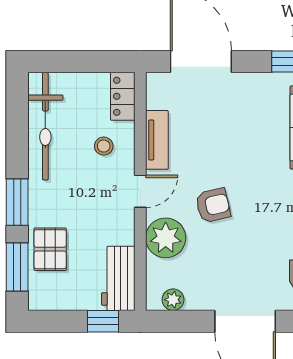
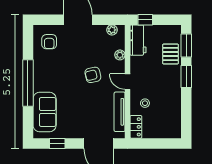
bicycle: (45, 126) -> (173, 113), removed
tv unit: (157, 140) -> (120, 112), width x1.41
door: (140, 191) -> (128, 82), hinge flipped
plant: (166, 238) -> (120, 55), width x0.53, depth x0.53

